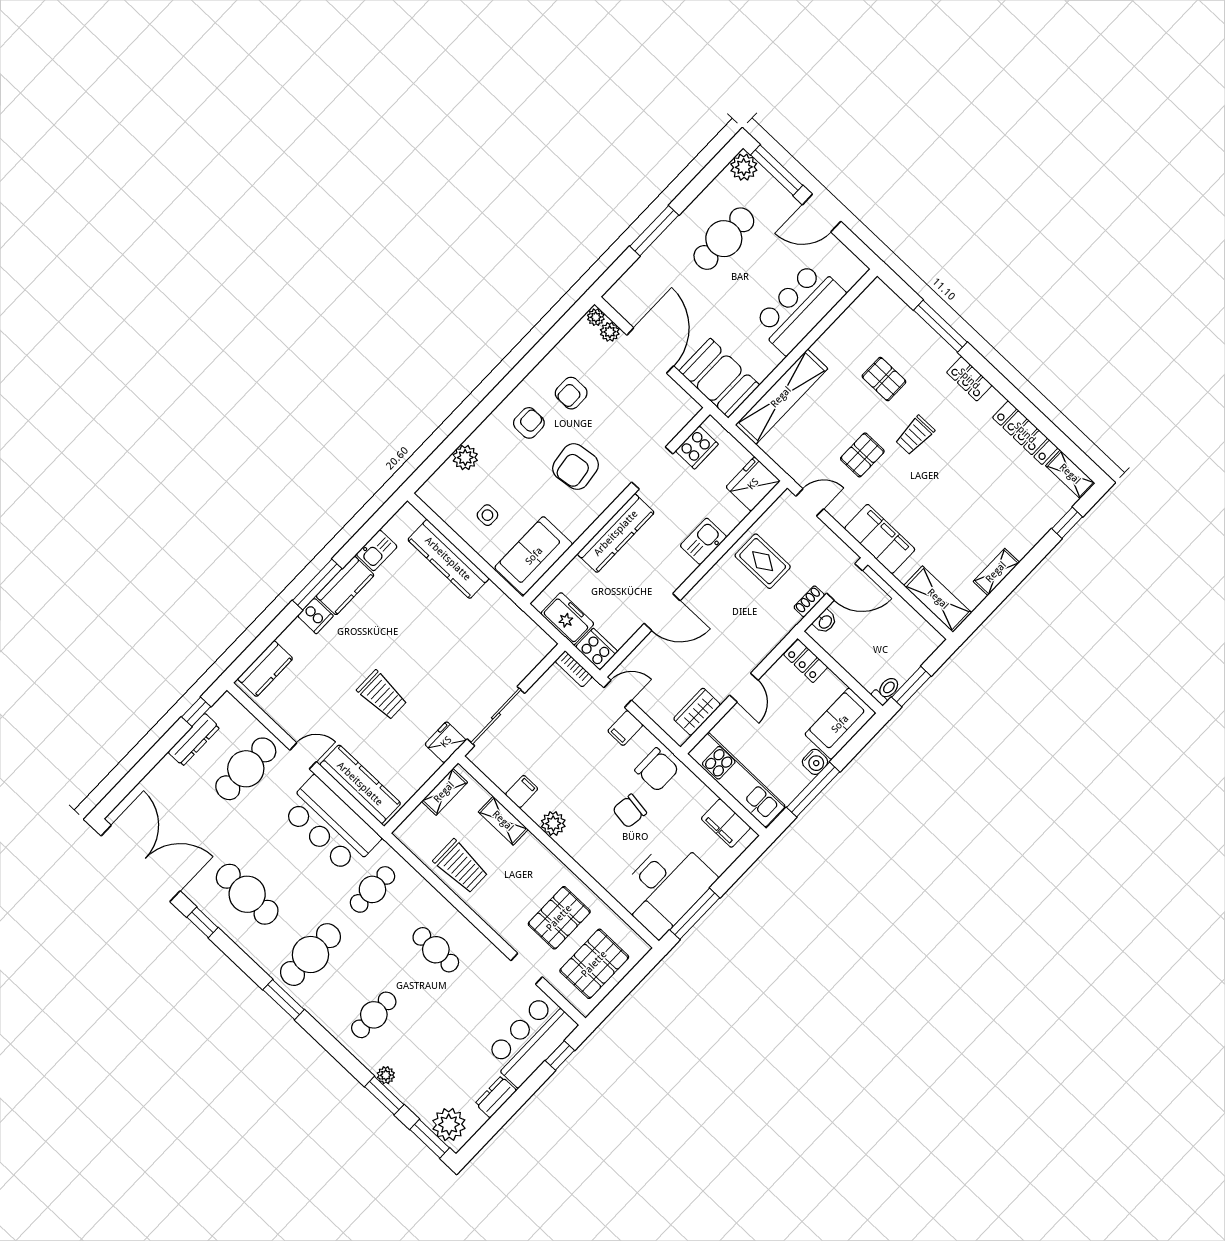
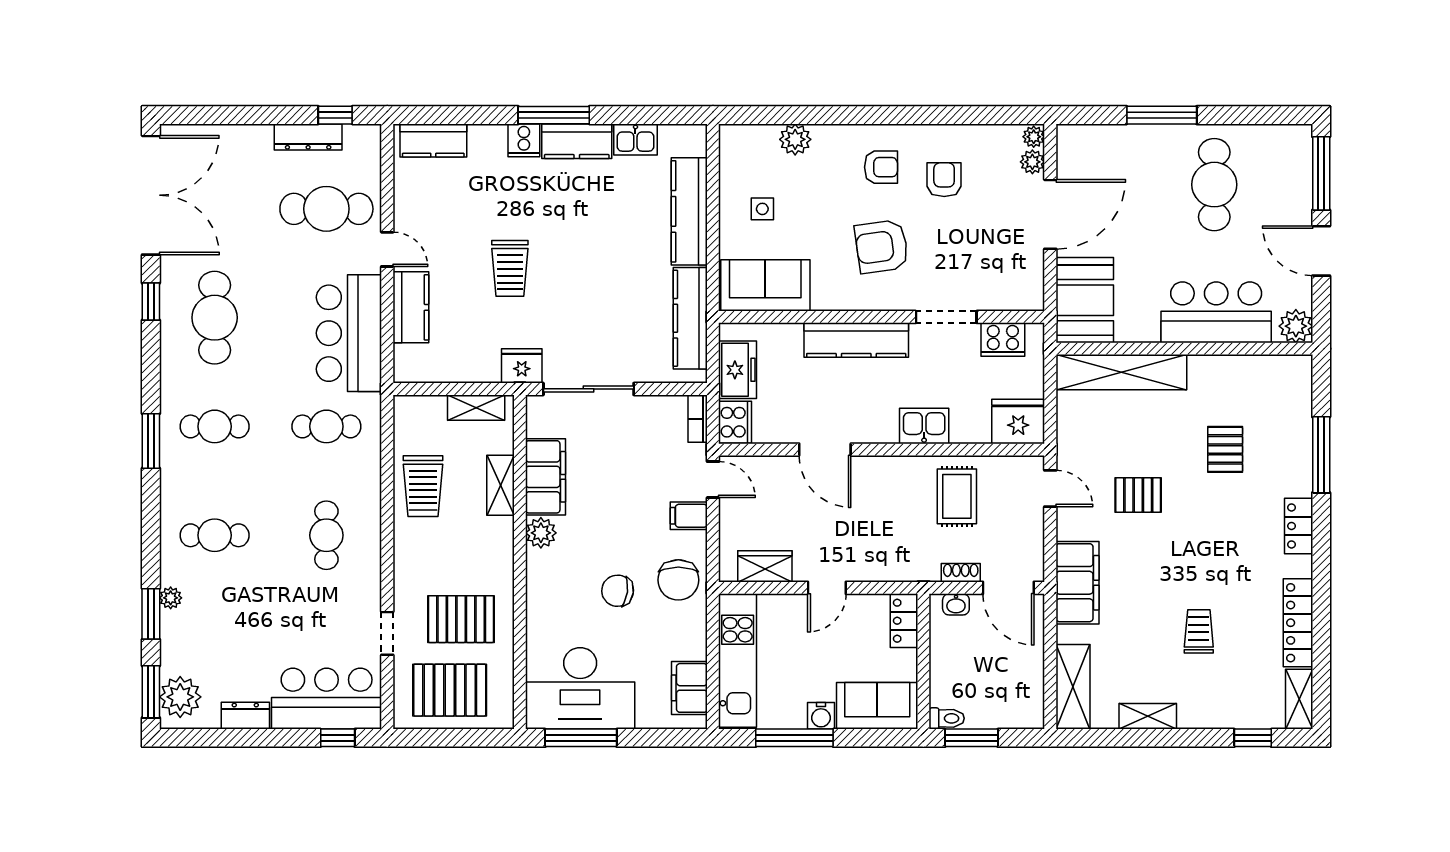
plant: (744, 167) -> (1296, 326), moved
cafe table: (724, 239) -> (1214, 185), turned 90
armchair: (571, 393) -> (944, 180), turned 90
trolley: (915, 435) -> (1199, 631), moved, turned 90
kitchen counter: (511, 618) -> (690, 318), added
kitchen counter: (360, 784) -> (411, 307), width x0.67
filing cabinet: (522, 792) -> (545, 477), width x3.00, depth x1.17
cafe table: (310, 955) -> (215, 426), width x0.73, depth x0.74

